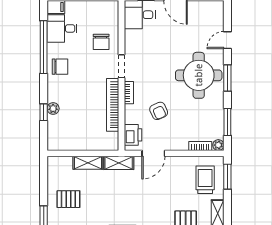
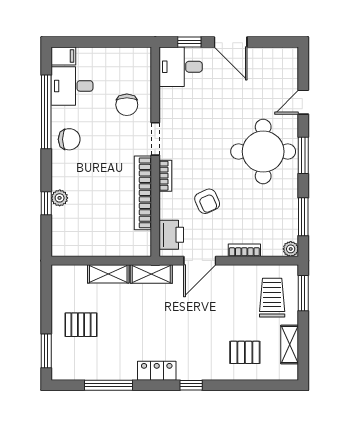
bookcase: (200, 146) -> (244, 250), moved

